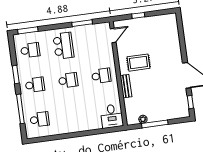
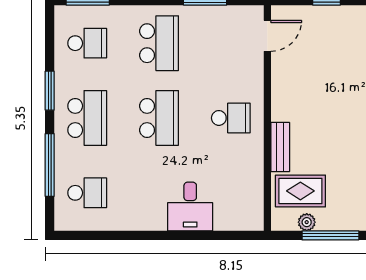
rug: (138, 63) -> (300, 191), moved
school desk: (68, 80) -> (159, 118), width x1.85
school desk: (35, 85) -> (87, 118), width x1.85
desk: (112, 116) -> (190, 207), moved

